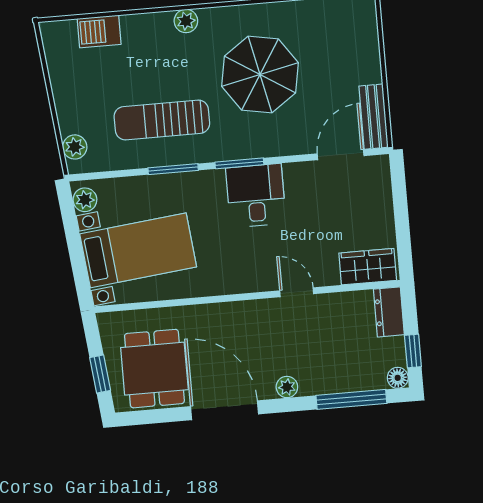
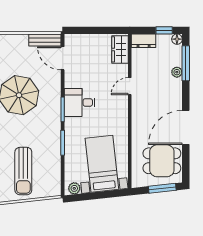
sun lounger: (162, 120) -> (23, 171), moved
plant: (75, 147) -> (47, 191), removed
window: (100, 374) -> (162, 188), width x1.50
plant: (287, 387) -> (177, 72), moved

